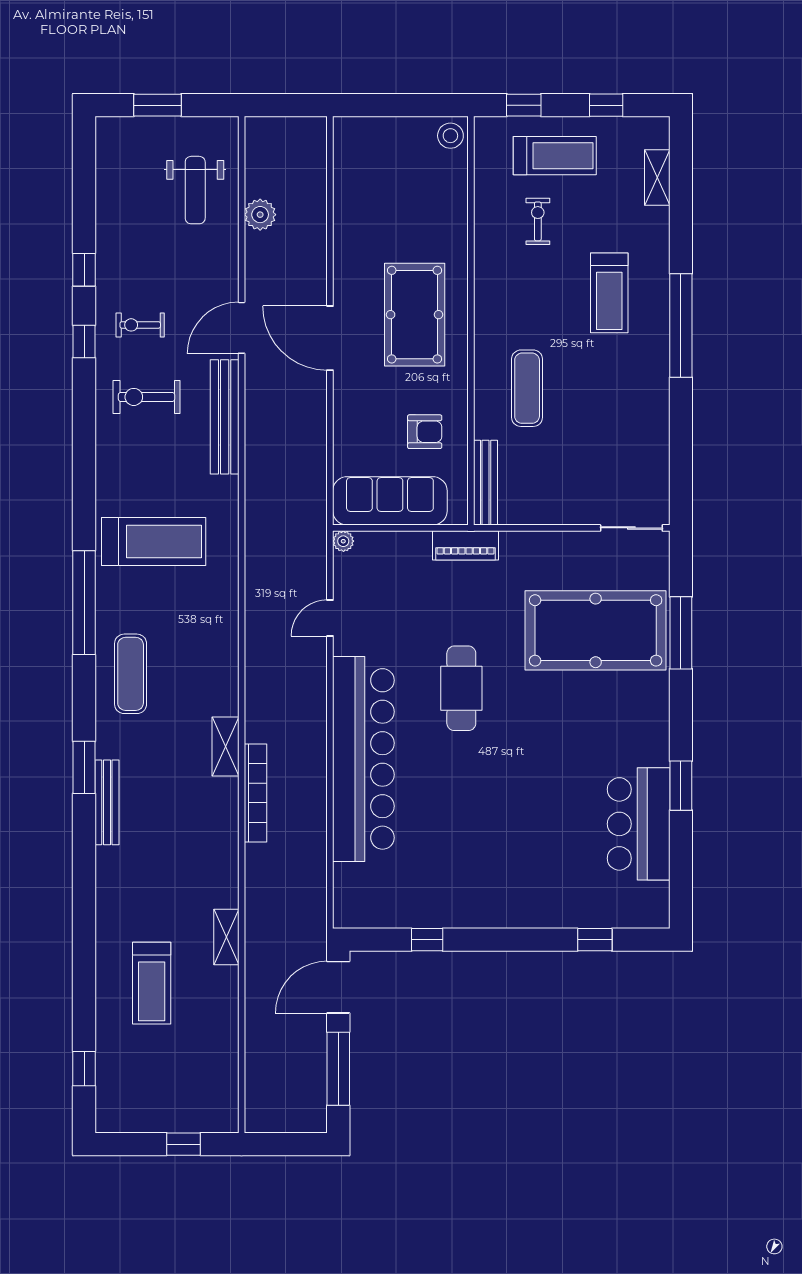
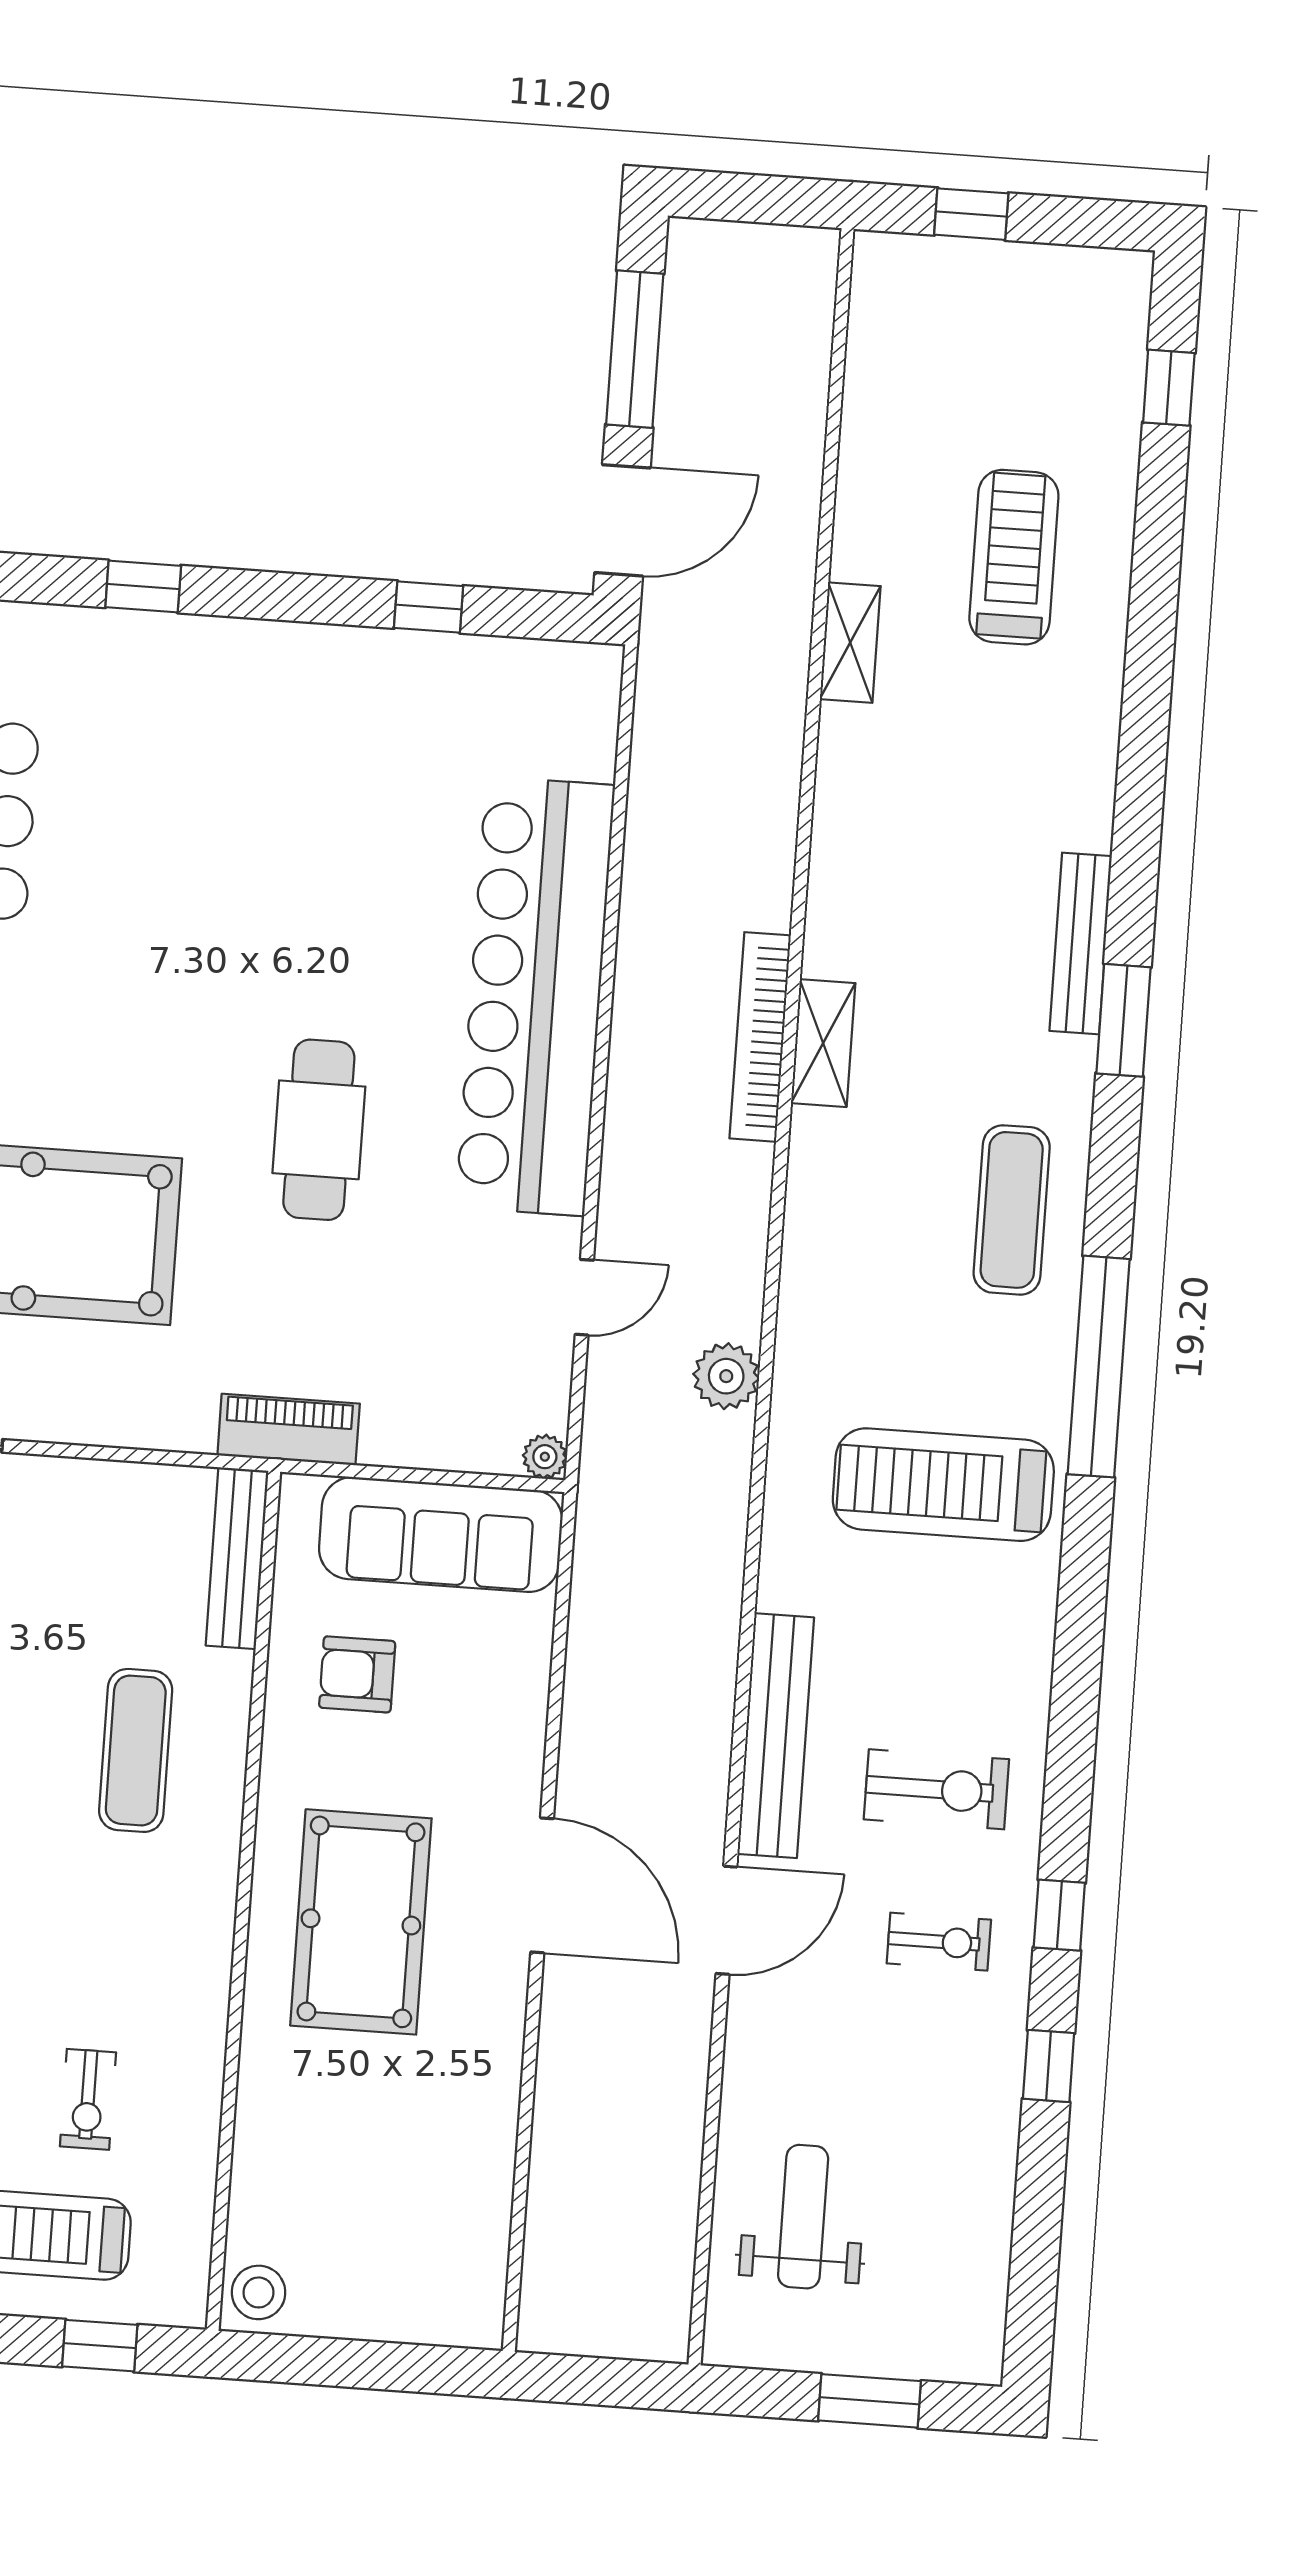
plant: (260, 215) -> (726, 1376), moved
bookcase: (255, 793) -> (760, 1037), moved
window: (595, 940) -> (143, 586), moved

